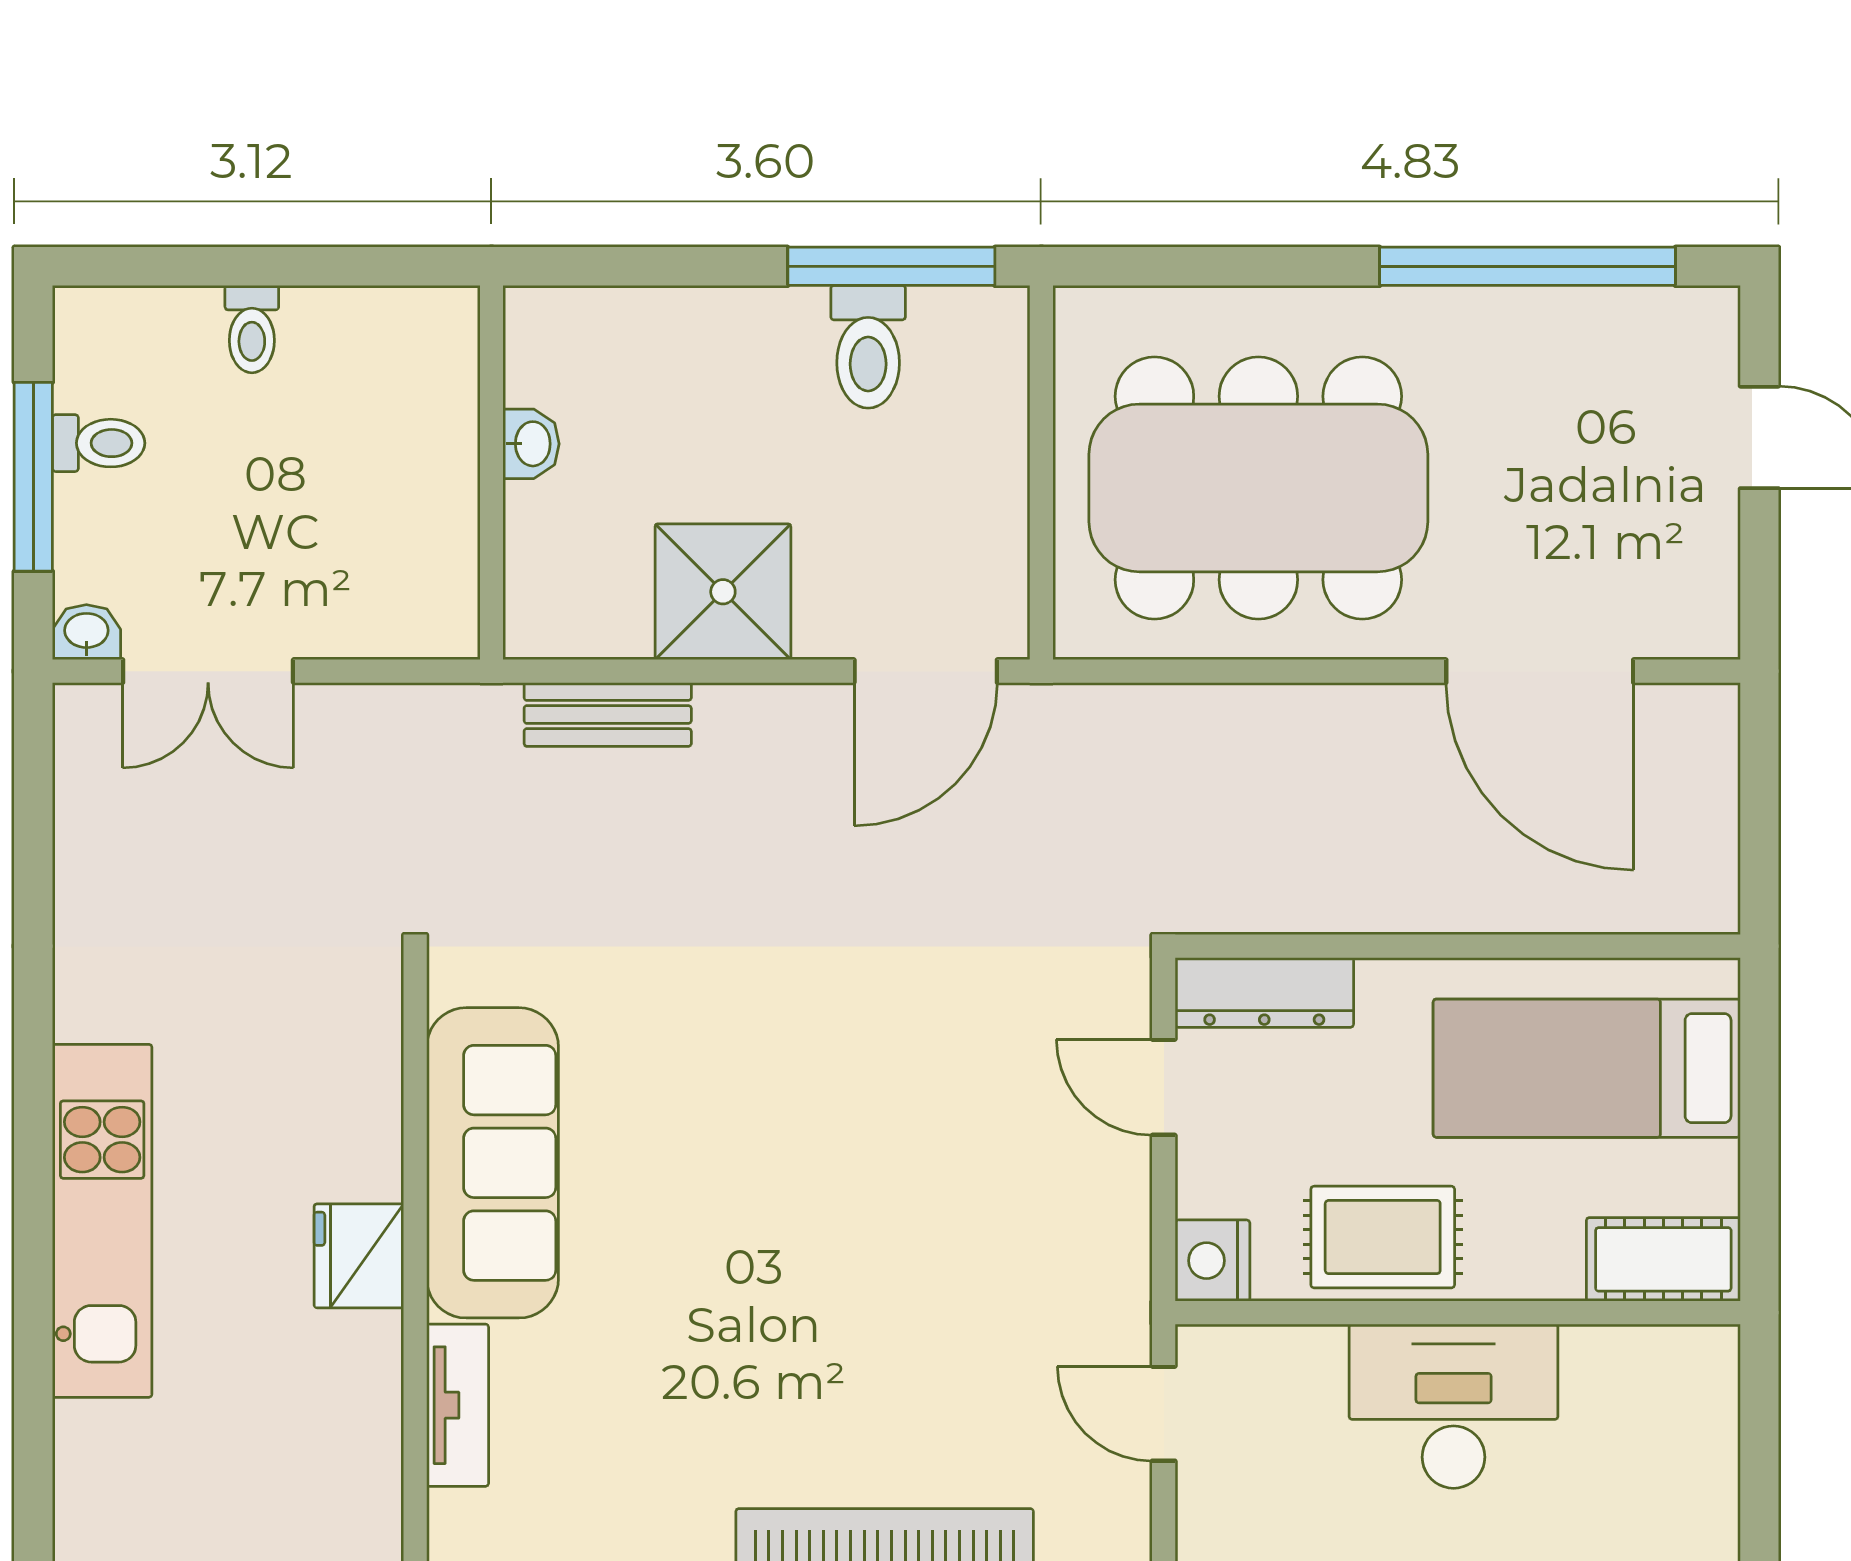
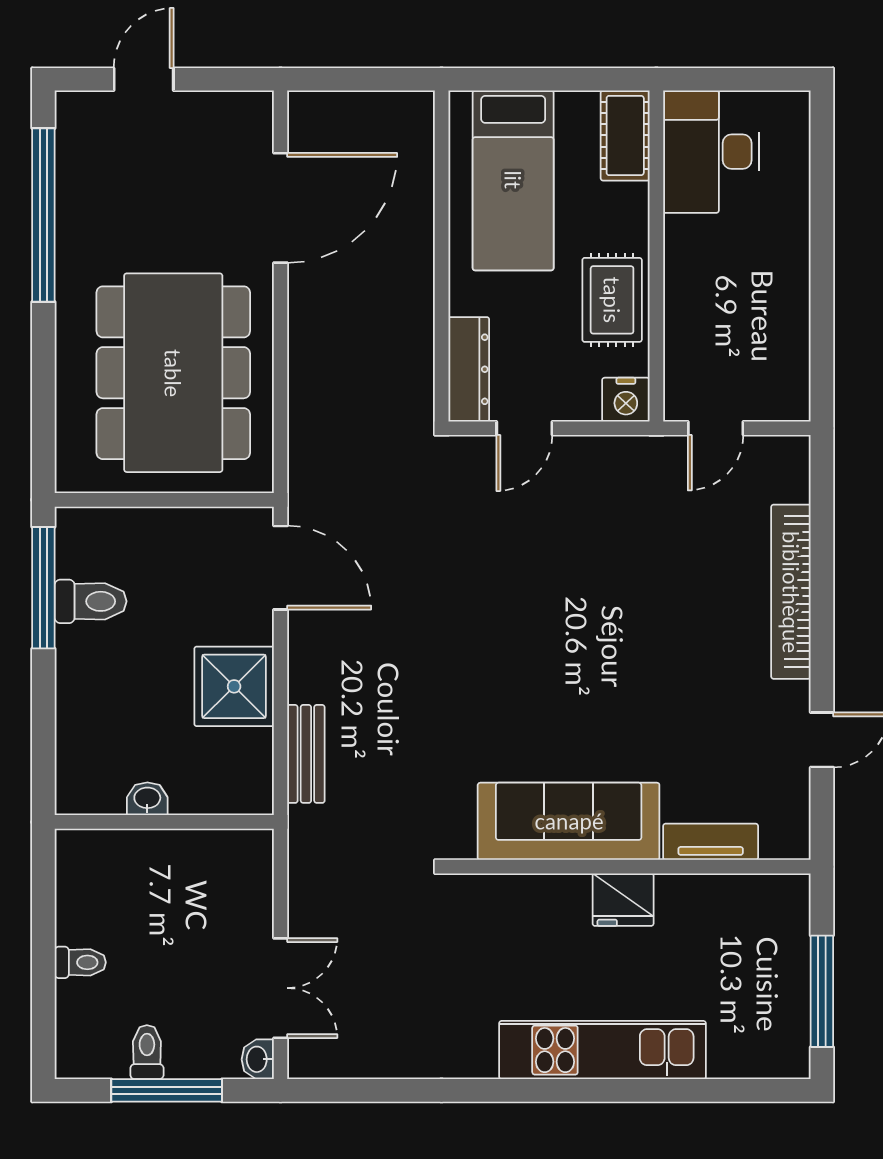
desk: (1454, 1406) -> (711, 152), moved

